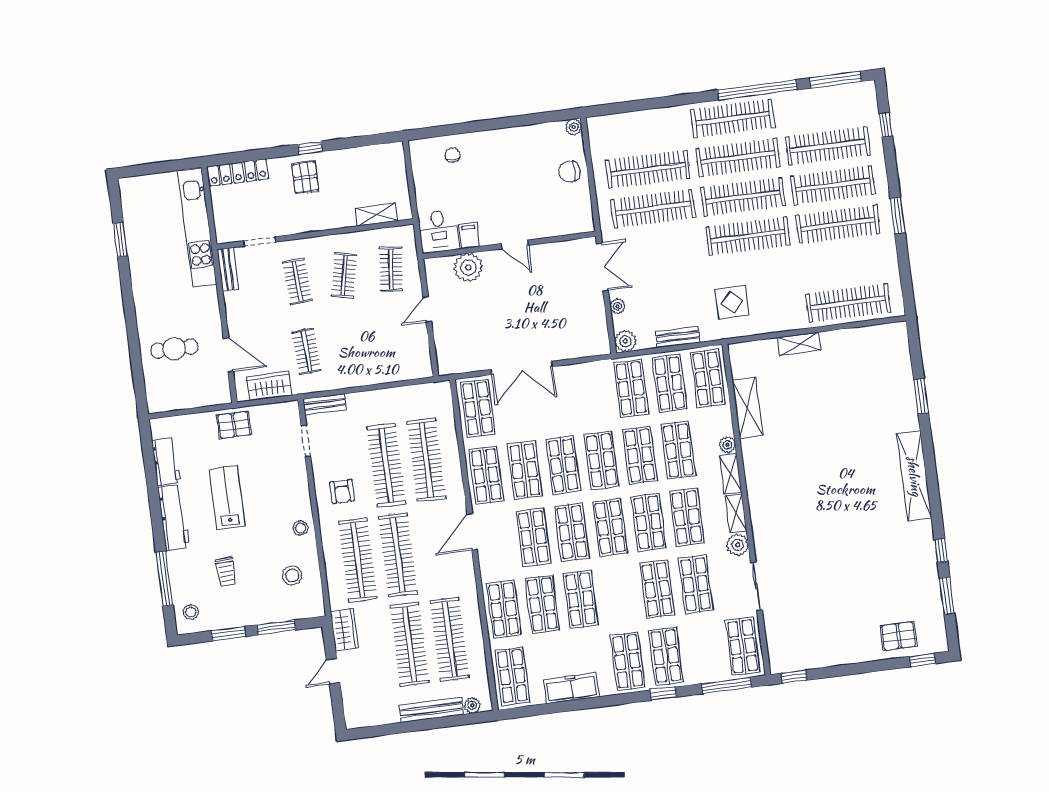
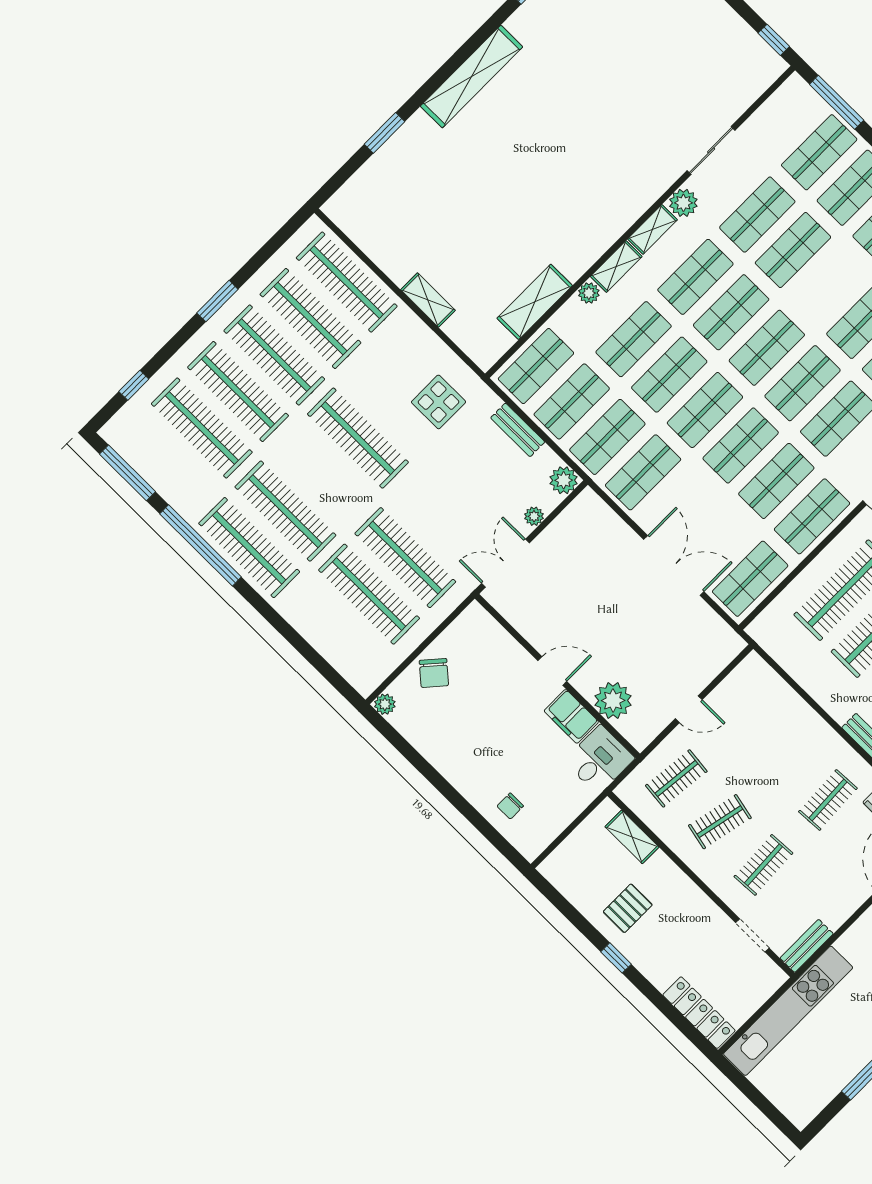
chair: (569, 172) -> (434, 673), turned 41
pallet: (305, 177) -> (628, 908), moved
clothes rail: (743, 197) -> (310, 319), moved
filing cabinet: (469, 236) -> (571, 716), width x2.00
door: (515, 244) -> (552, 671), hinge flipped
shop shelf: (593, 393) -> (643, 472), added
shop shelf: (743, 646) -> (819, 152), moved

